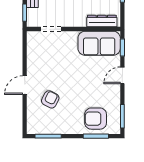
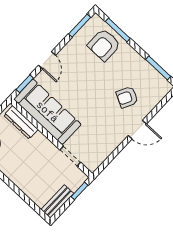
sofa: (99, 43) -> (47, 112), width x1.36
door: (122, 75) -> (47, 60), hinge flipped
armchair: (96, 119) -> (104, 45), turned 90

